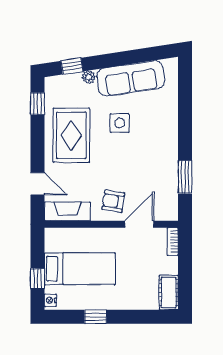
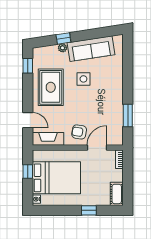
window: (72, 66) -> (63, 38), moved
bed: (80, 269) -> (56, 178), width x1.50
window: (38, 279) -> (28, 171), moved
window: (96, 317) -> (89, 210), moved

